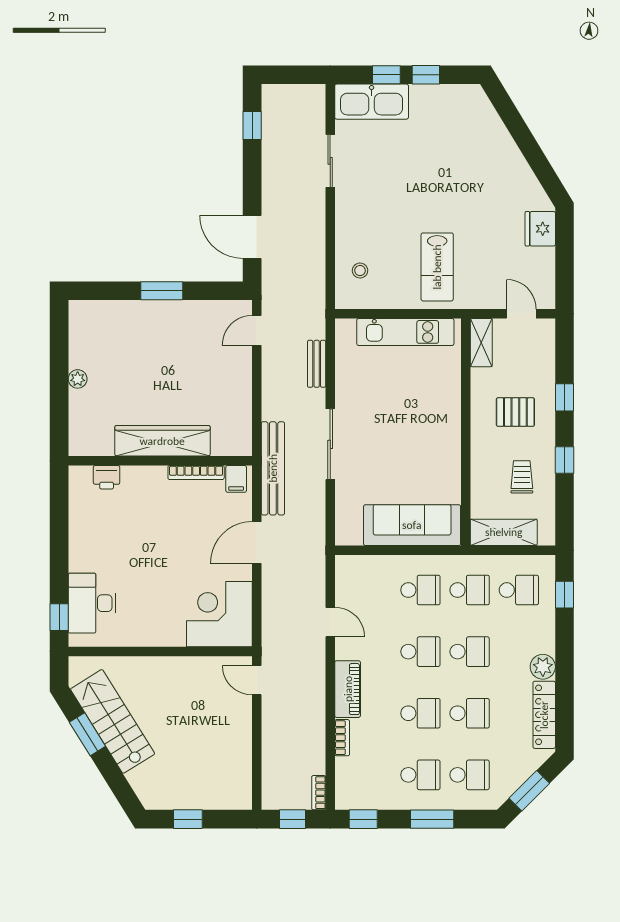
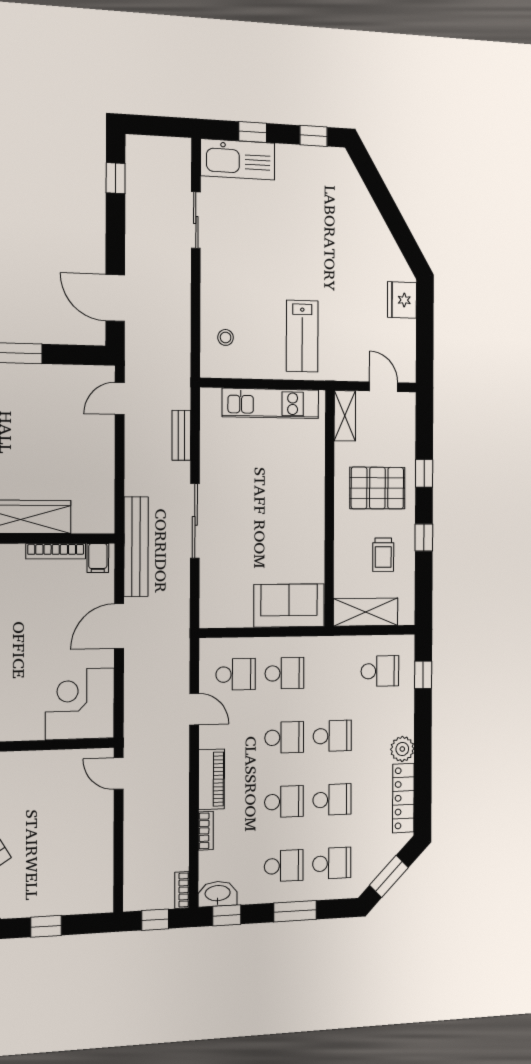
window: (426, 75) -> (314, 136), moved
pallet: (515, 412) -> (377, 488), width x1.50, depth x1.42
trolley: (522, 477) -> (383, 555), turned 180
sofa: (412, 525) -> (289, 605), width x0.73
school desk: (470, 590) -> (236, 674), moved
washbasin: (354, 798) -> (218, 894), added

